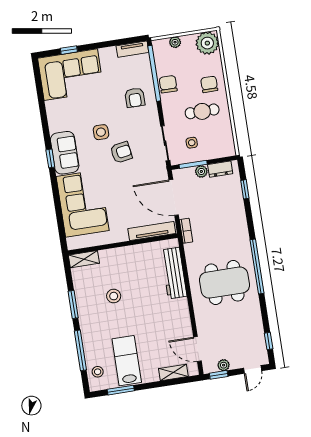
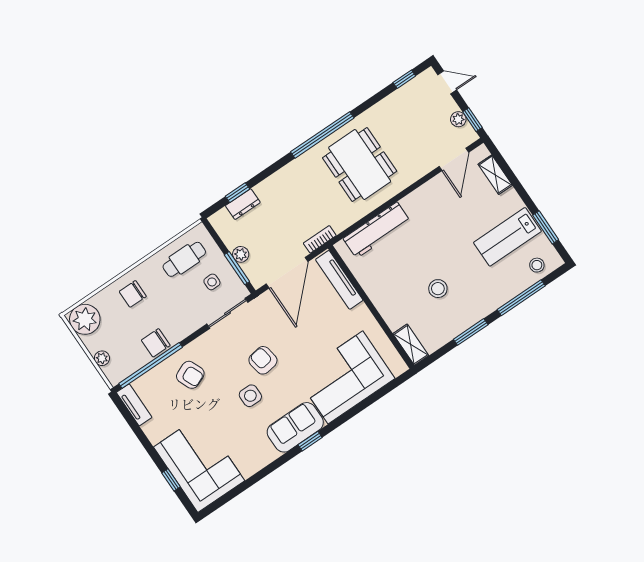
armchair: (135, 98) -> (190, 375), turned 67
cafe table: (202, 111) -> (184, 259), moved, turned 90
dresser: (220, 169) -> (243, 204), moved, turned 90

